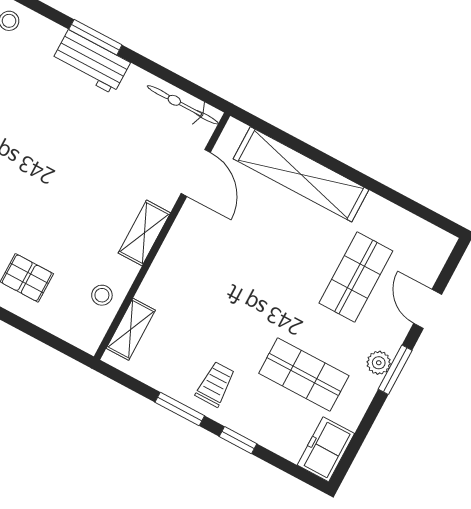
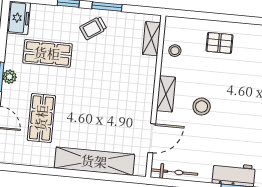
door: (196, 173) -> (152, 138), swing flipped
stool: (97, 190) -> (202, 107), added
trolley: (215, 384) -> (93, 28), turned 56

